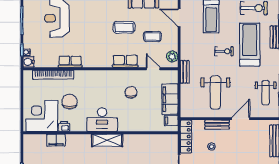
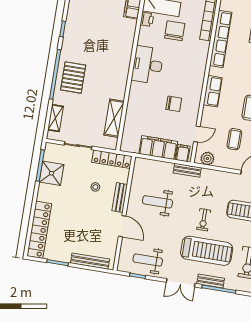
row of seats: (125, 61) -> (213, 91), moved
row of seats: (70, 62) -> (221, 39), width x2.02
weight bench: (215, 92) -> (157, 202), width x0.73, depth x0.75
chair: (70, 101) -> (175, 31), turned -90
filing cabinet: (171, 121) -> (183, 153), moved
shelving: (107, 140) -> (114, 118), moved

